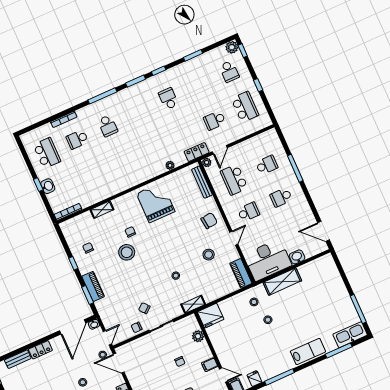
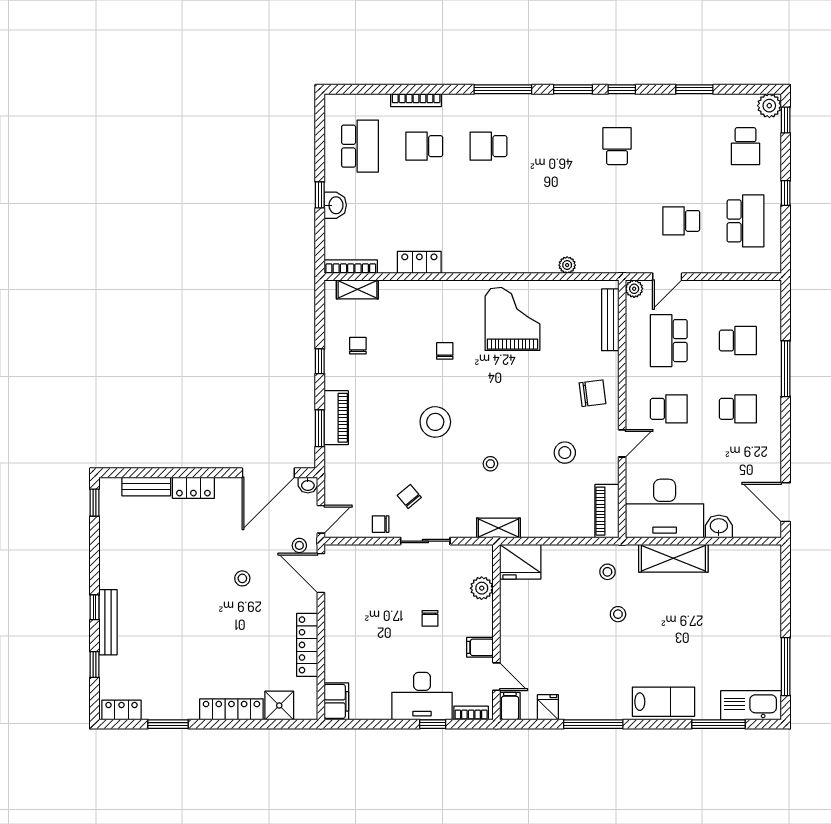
school desk: (108, 126) -> (488, 146), turned 90
locker: (197, 152) -> (419, 262), moved
school desk: (281, 197) -> (738, 409), turned 180
shelving: (102, 210) -> (357, 289), moved
stool: (127, 252) -> (435, 422), moved

